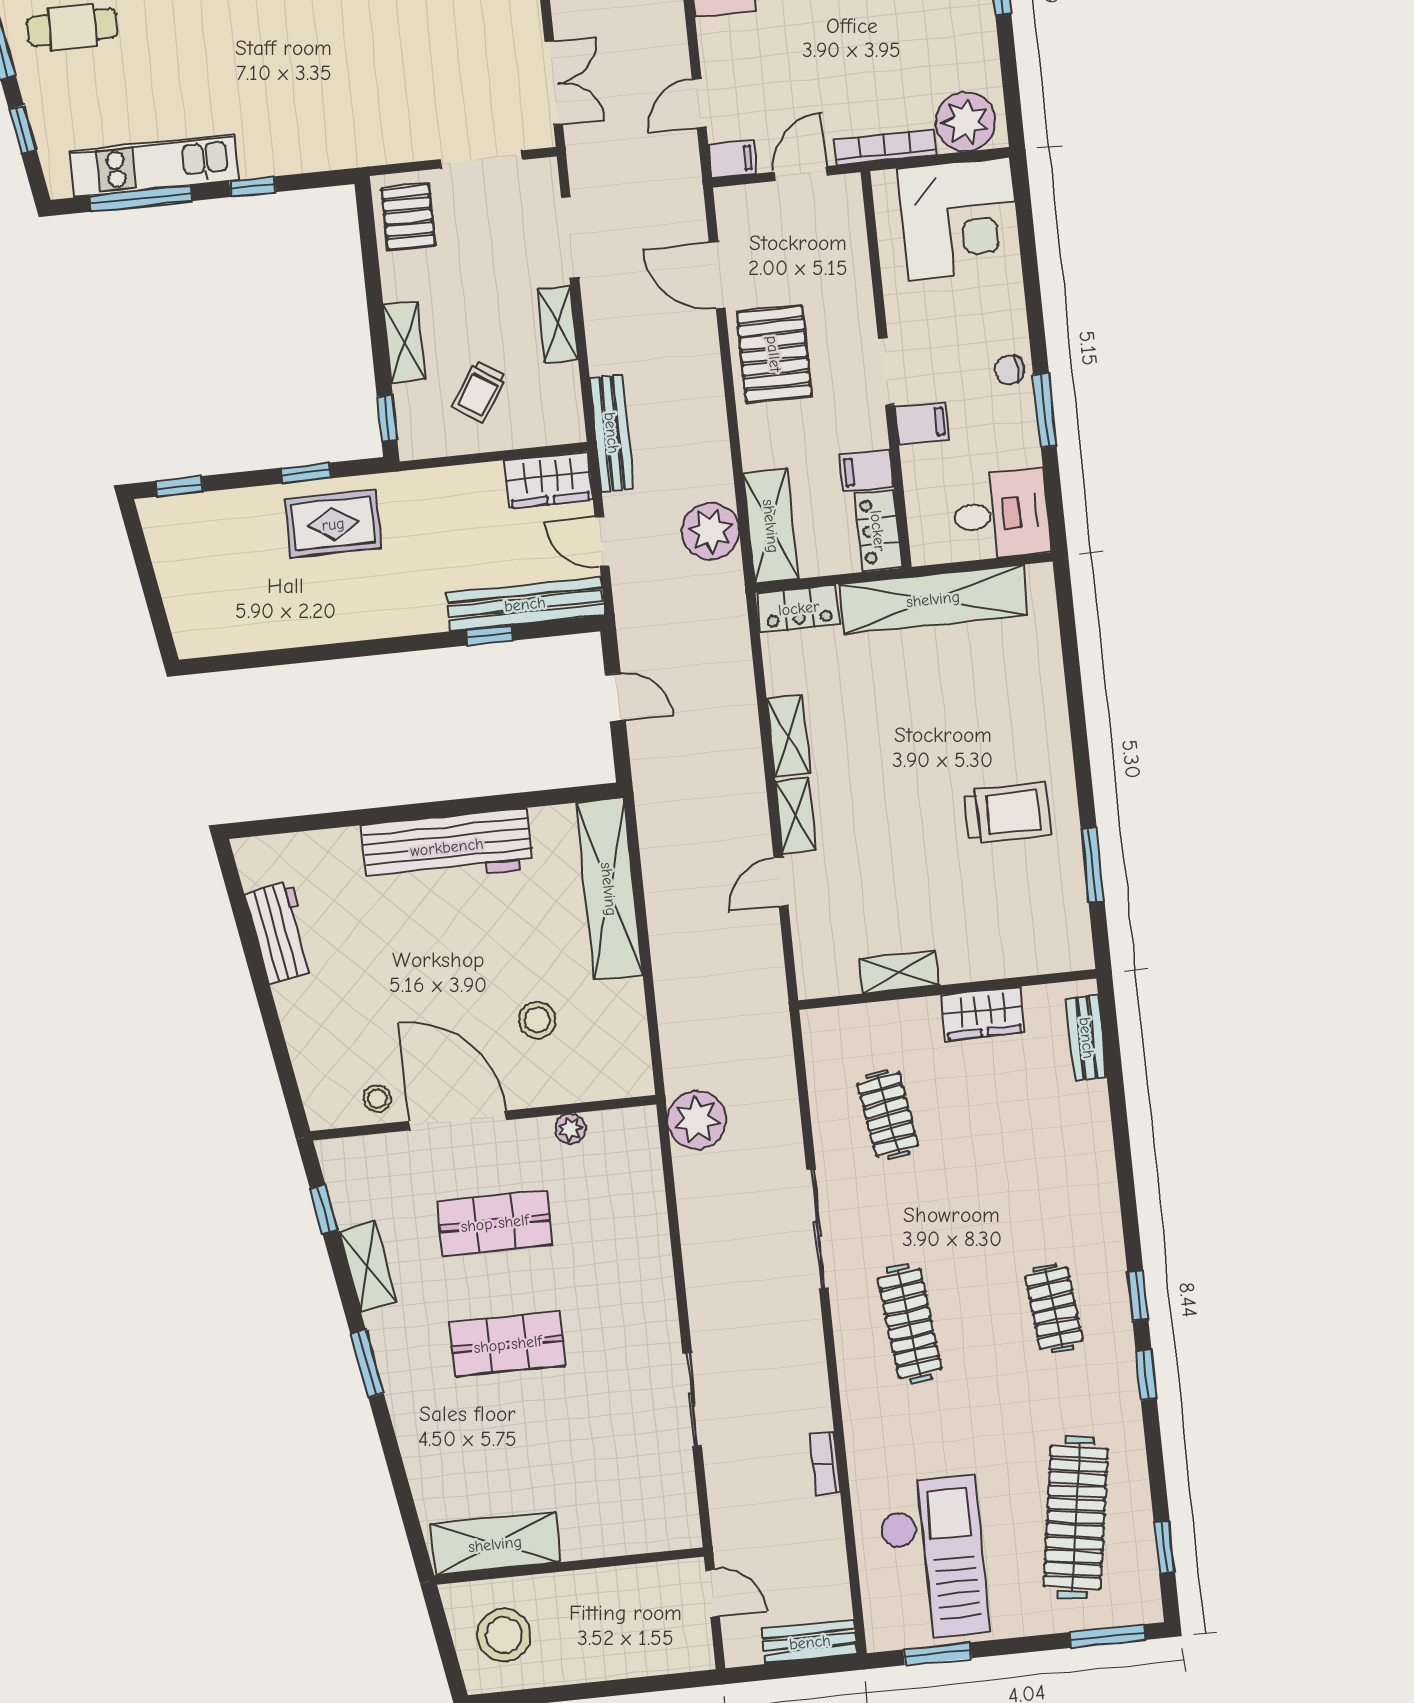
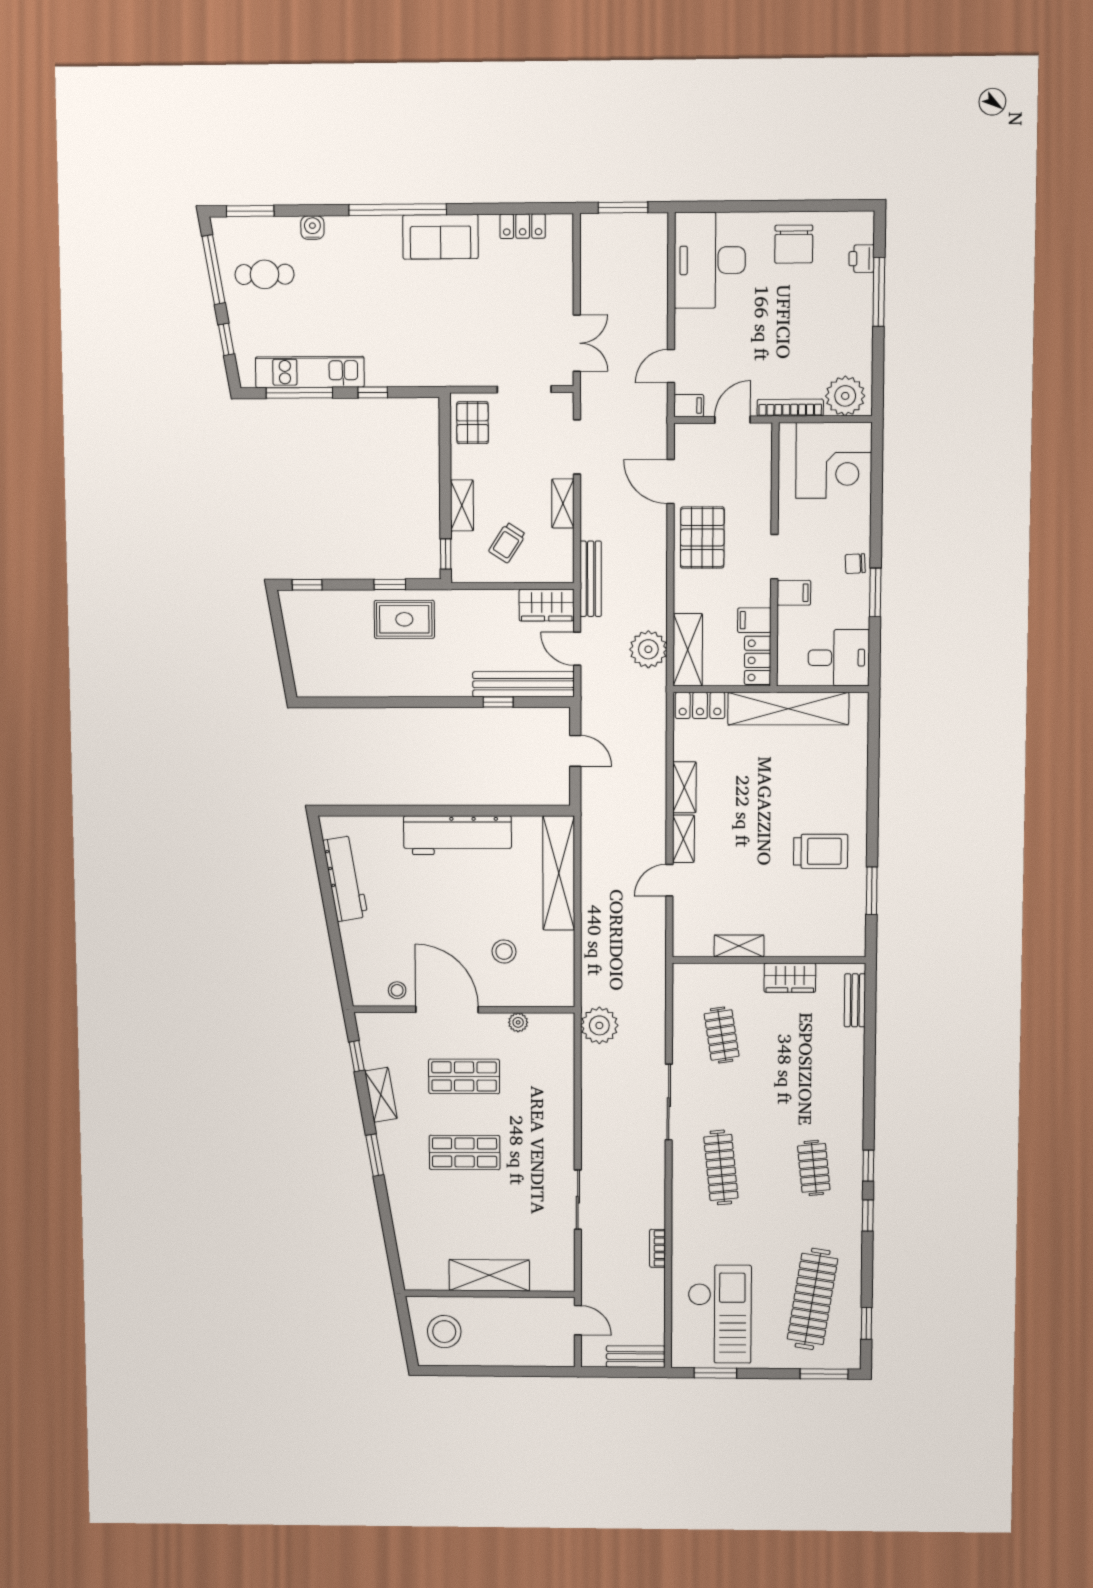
workbench: (280, 932) -> (345, 879), width x1.37
shelving: (495, 1544) -> (489, 1275), moved

